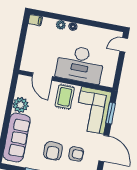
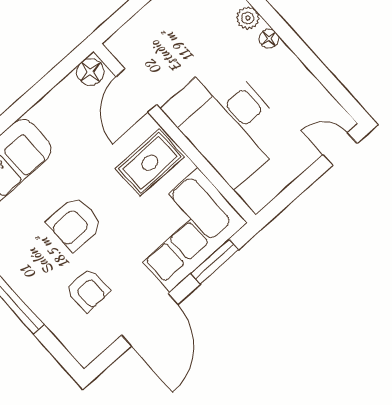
floor lamp: (23, 82) -> (90, 72), added
plant: (21, 105) -> (53, 113), removed
armchair: (53, 151) -> (75, 223), moved

